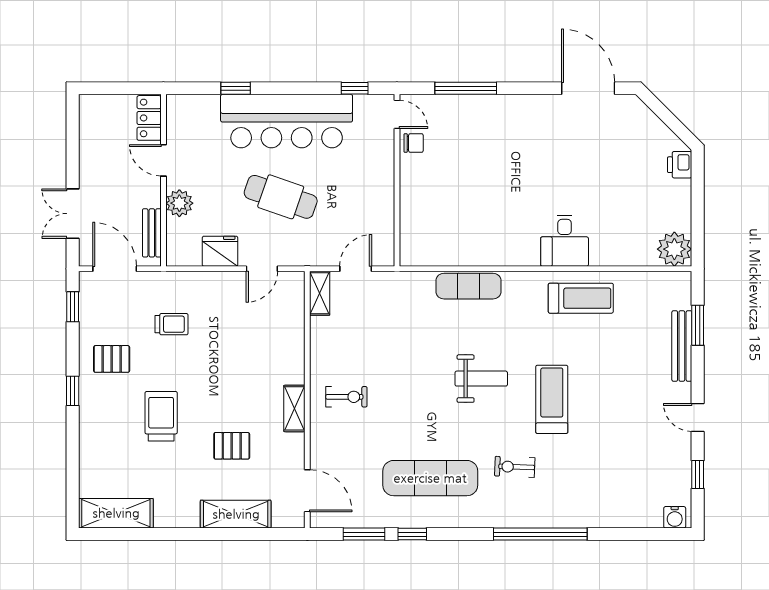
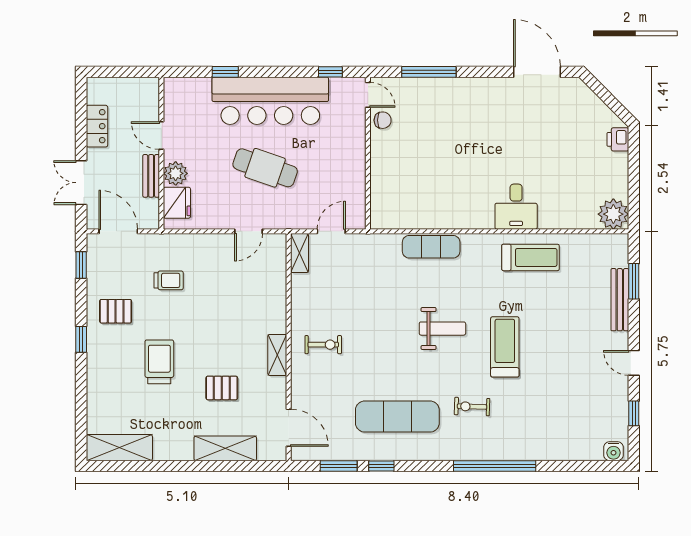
locker: (149, 118) -> (97, 126), moved, turned 180
bench: (152, 233) -> (151, 176), moved
fridge: (220, 251) -> (177, 203), moved, turned 90

